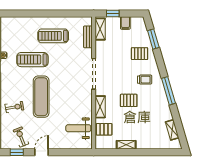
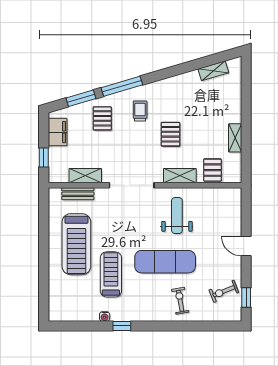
filing cabinet: (125, 23) -> (58, 132), width x2.00
shelving: (100, 29) -> (85, 176), moved
treadmill: (53, 36) -> (76, 244), width x1.37, depth x1.38
treadmill: (32, 60) -> (111, 274), turned 180
window: (168, 91) -> (122, 86), moved
weight bench: (78, 128) -> (177, 216), moved, turned 180
door: (42, 152) -> (246, 246), moved

